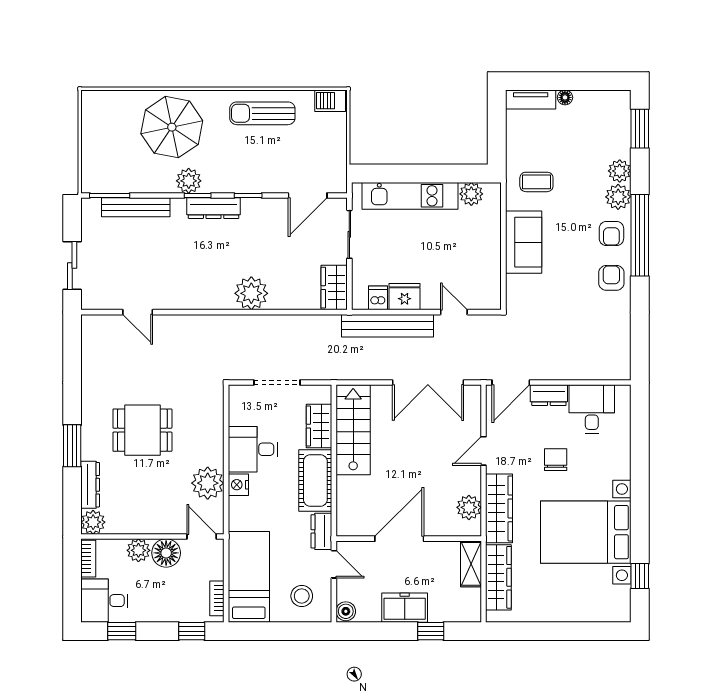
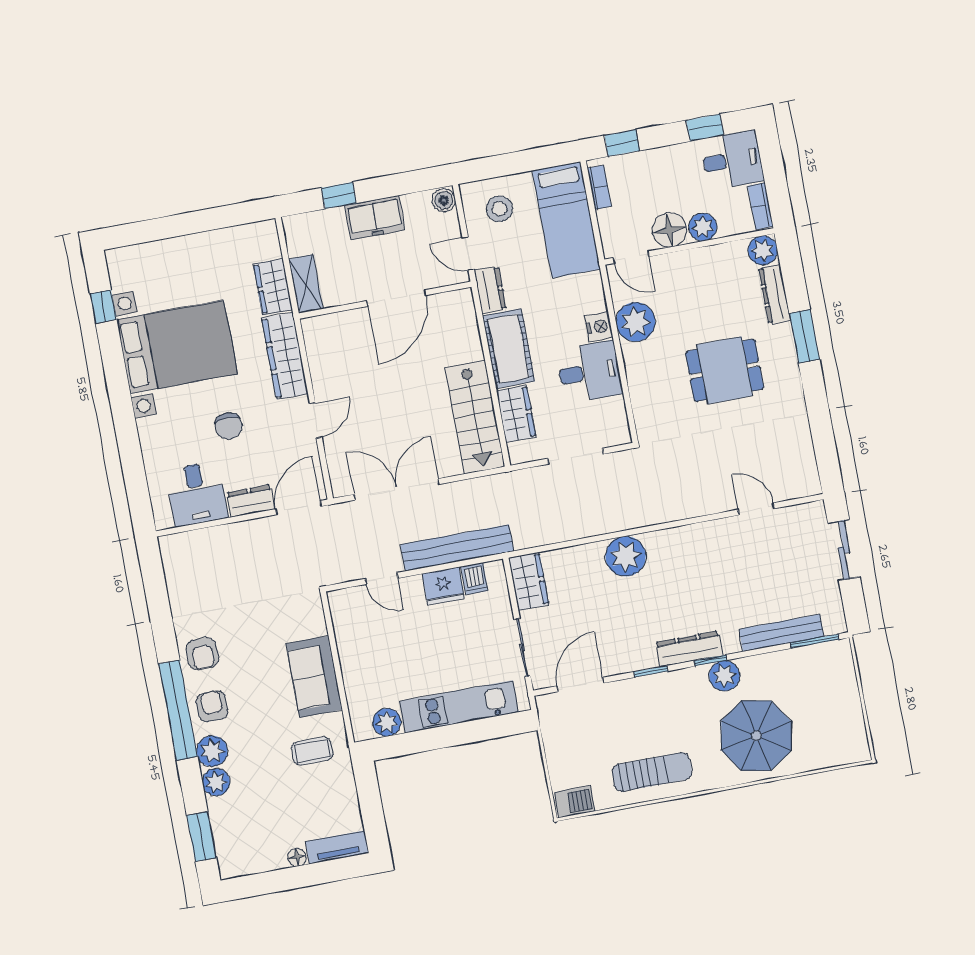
plant: (469, 507) -> (321, 350), removed
wardrobe: (498, 577) -> (273, 287), width x0.67

